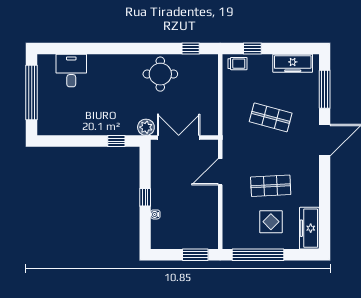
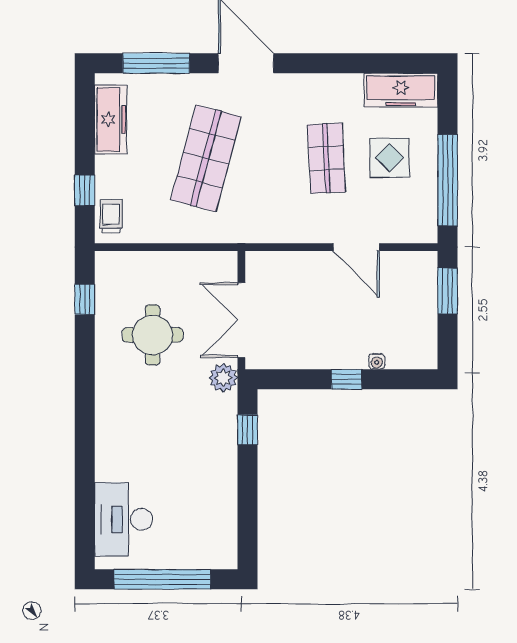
desk: (71, 71) -> (123, 519), width x1.37
round table: (160, 74) -> (153, 335), moved
shop shelf: (271, 117) -> (206, 158), width x1.43, depth x1.36
door: (220, 172) -> (356, 247), moved

